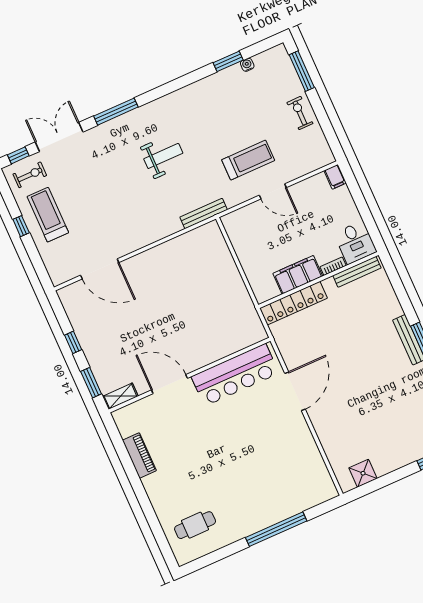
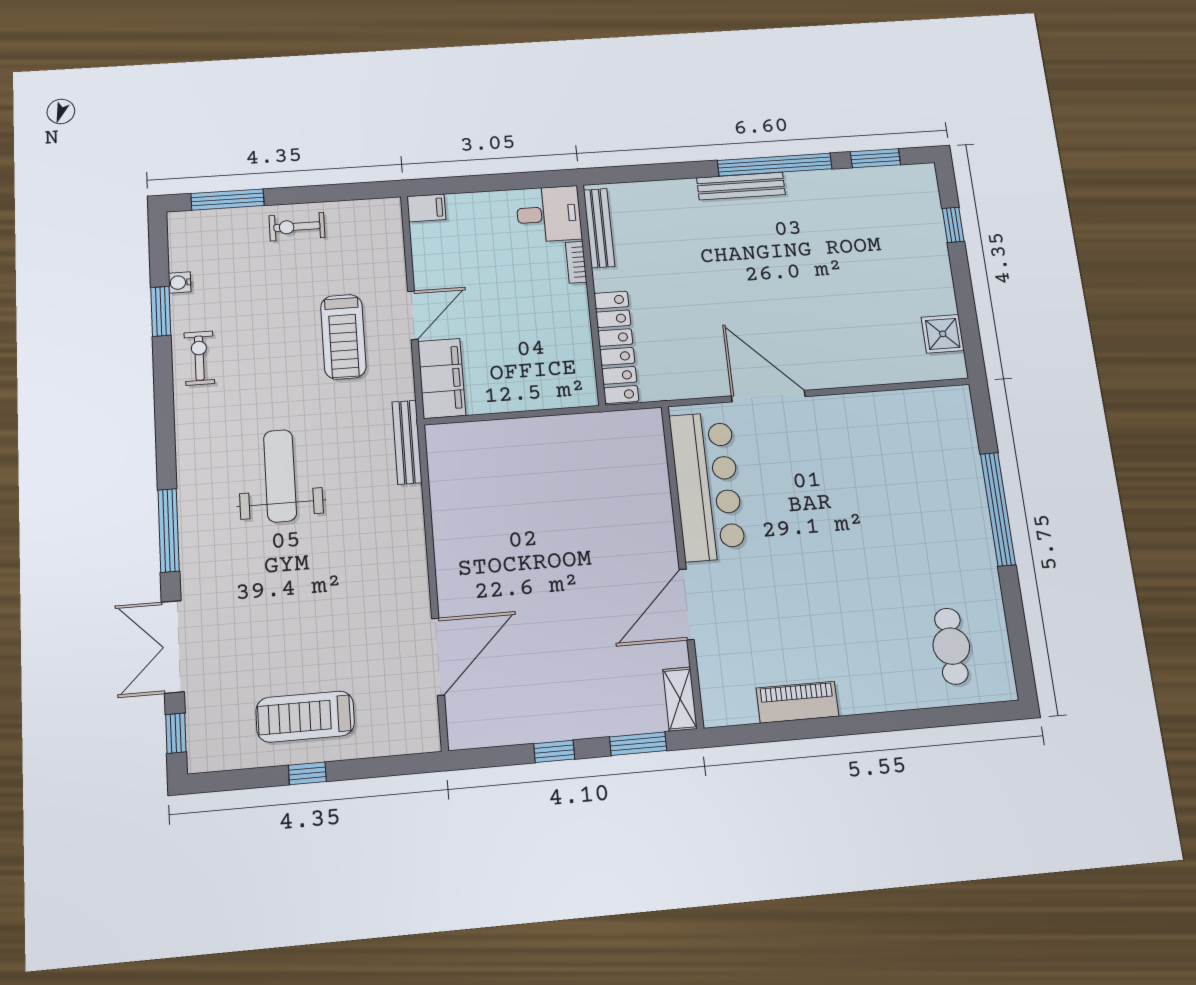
weight bench: (163, 156) -> (280, 476), width x1.36, depth x1.33
treadmill: (248, 160) -> (343, 337), turned 180
exercise bike: (30, 175) -> (199, 358), moved
filing cabinet: (298, 275) -> (442, 378), moved, turned 180

